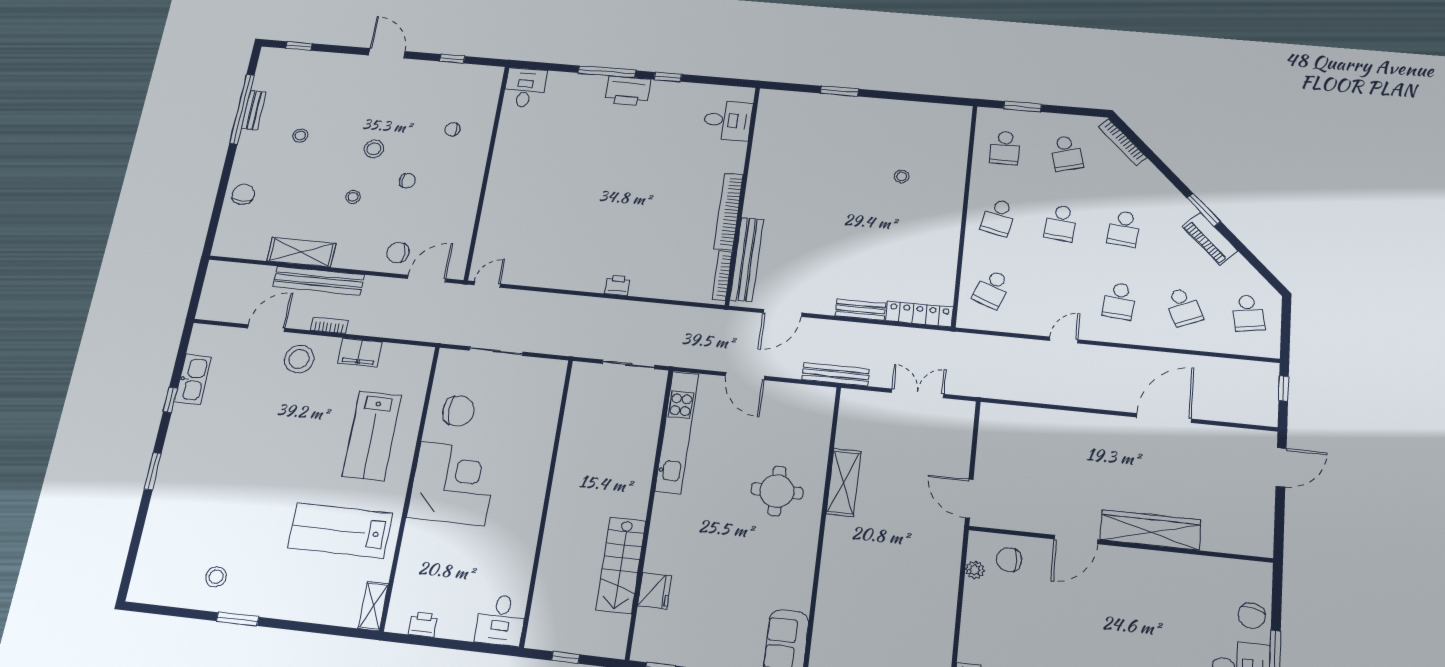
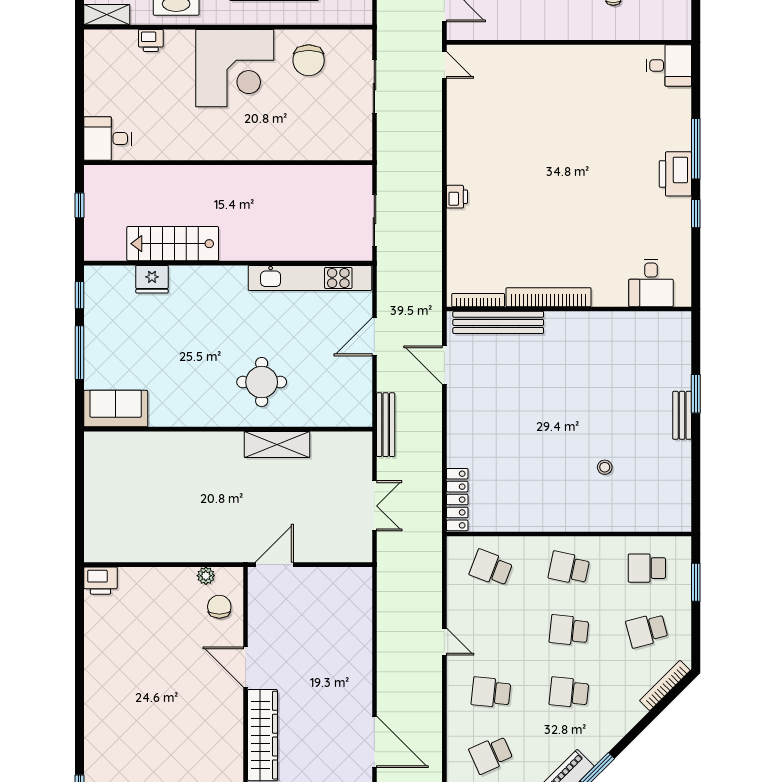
bench: (860, 310) -> (682, 415), moved
printer: (423, 624) -> (151, 40), moved, turned 90

